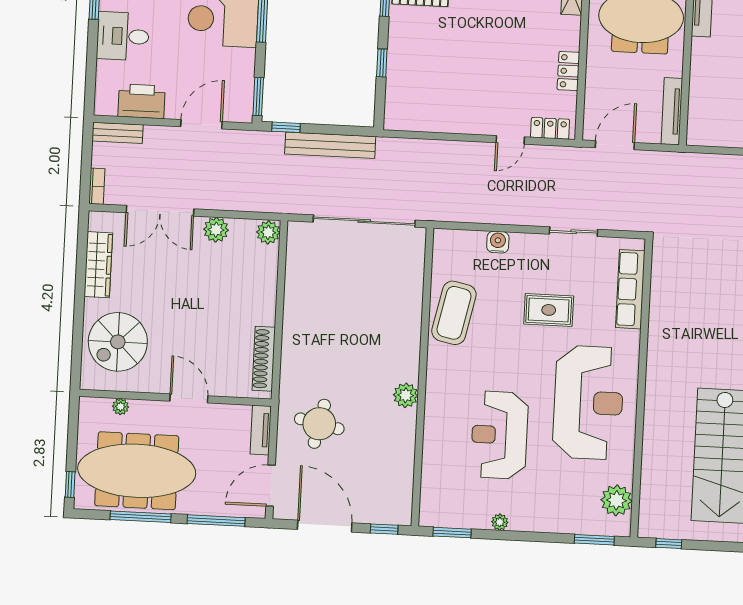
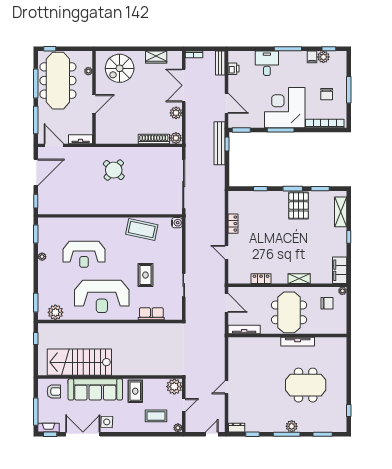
printer: (142, 101) -> (233, 69), width x0.53, depth x0.68
locker: (550, 128) -> (233, 224), moved
bench: (330, 145) -> (219, 143), moved
water cooler: (498, 242) -> (177, 223), moved
wardrobe: (98, 265) -> (156, 57), width x0.67
row of seats: (630, 289) -> (151, 314), width x0.68
spiral stairs: (118, 342) -> (120, 68), turned -90
shoe rack: (264, 359) -> (154, 139), moved
plant: (406, 395) -> (101, 208), removed
round table: (319, 424) -> (114, 170), moved, turned 30
reception desk: (499, 435) -> (84, 254), turned 180

